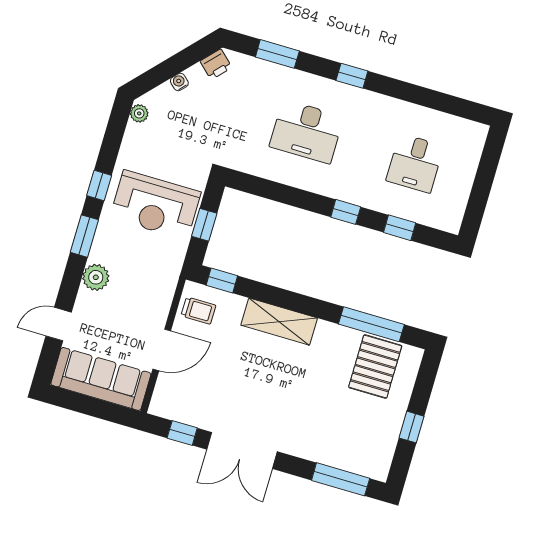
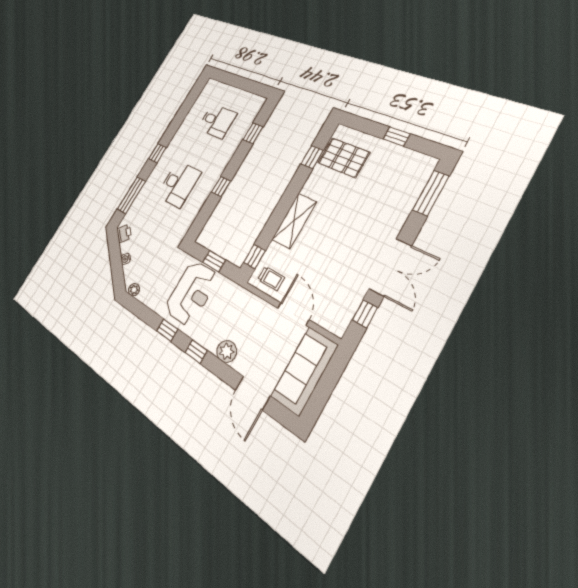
window: (277, 54) -> (131, 195), width x1.44
window: (346, 212) -> (221, 187), moved
window: (84, 236) -> (196, 351), width x0.67
trolley: (198, 311) -> (271, 278), turned 90
door: (59, 324) -> (253, 393), width x1.38
window: (371, 324) -> (312, 157), width x0.46

